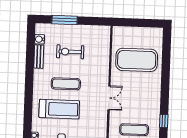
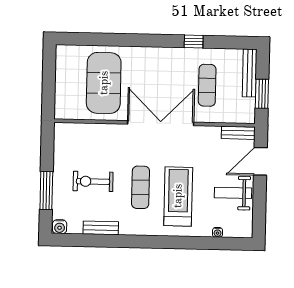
water cooler: (40, 39) -> (60, 227), moved
exercise bike: (70, 52) -> (93, 181), turned 90
double door: (109, 98) -> (161, 123), width x1.87

